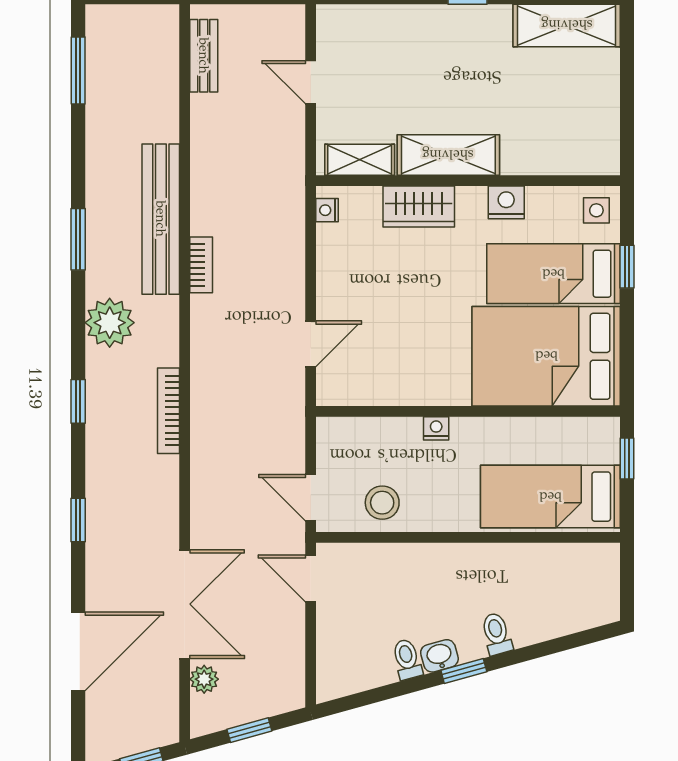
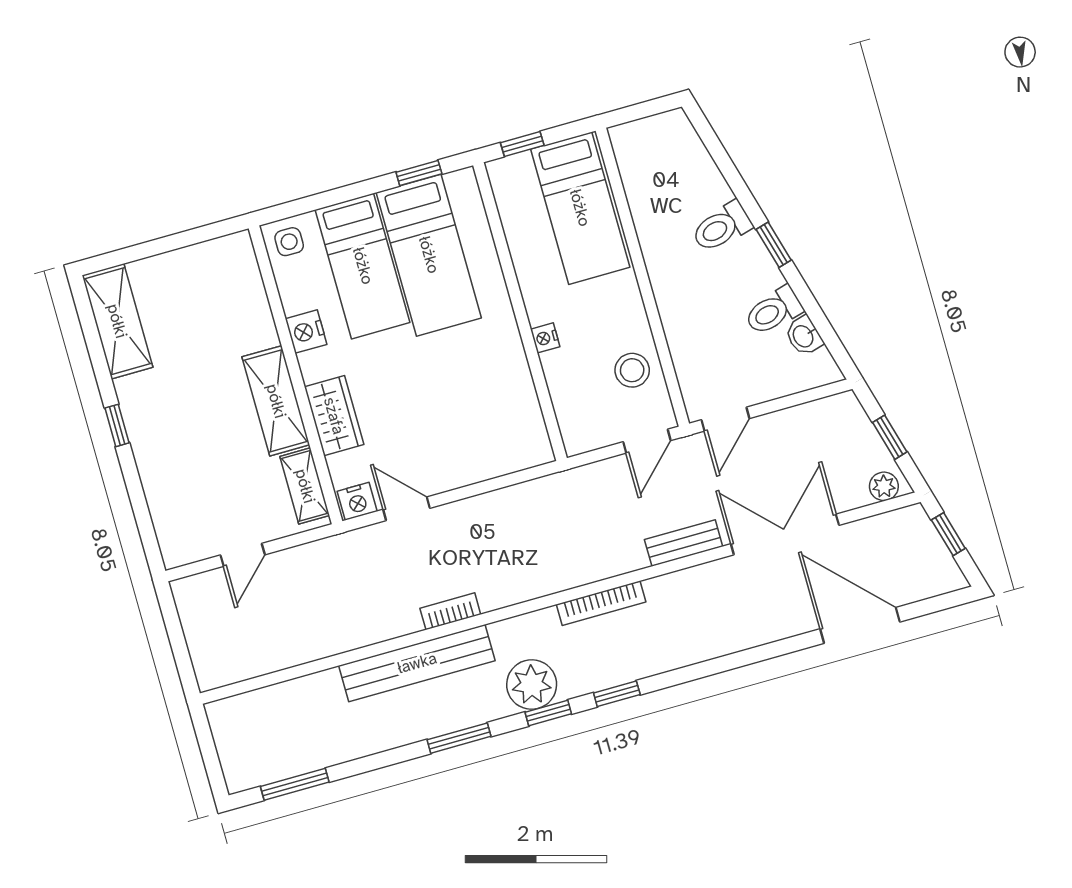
bench: (204, 56) -> (684, 543), moved
nightstand: (327, 210) -> (357, 501), width x1.39, depth x1.35
window: (627, 267) -> (419, 173), moved
door: (311, 344) -> (407, 509), moved
bed: (546, 356) -> (429, 255), width x0.67
window: (78, 520) -> (548, 713), moved
toilet: (497, 634) -> (722, 227), width x1.37, depth x1.39
washbasin: (439, 656) -> (804, 336), moved
toilet: (407, 659) -> (774, 311), width x1.37, depth x1.39
plant: (204, 679) -> (884, 486), moved

